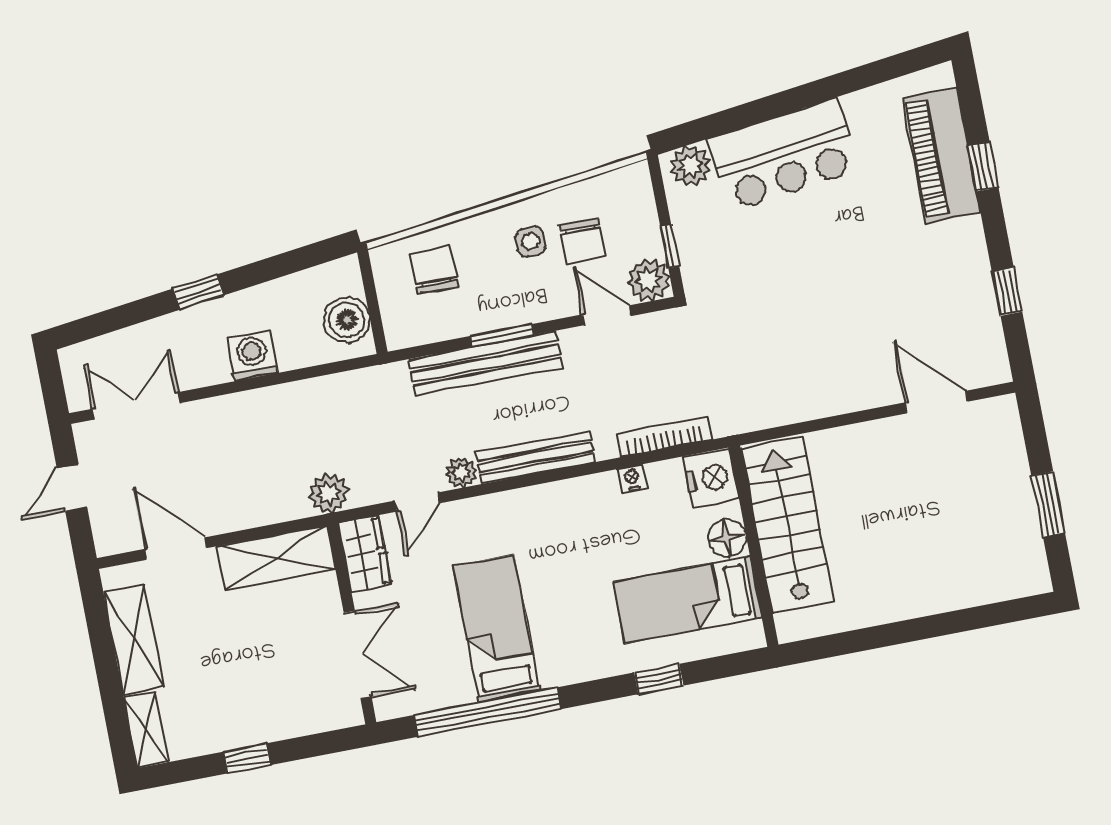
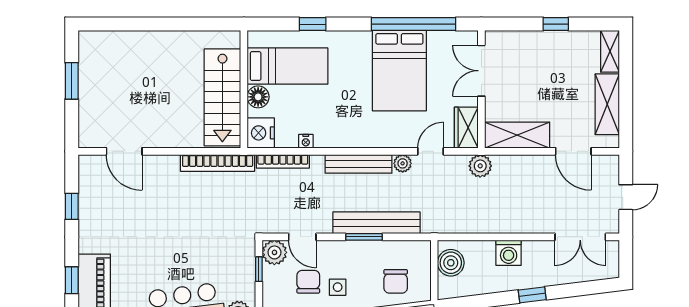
bookcase: (774, 413) -> (218, 163), added
bed: (497, 628) -> (399, 71), width x1.50

